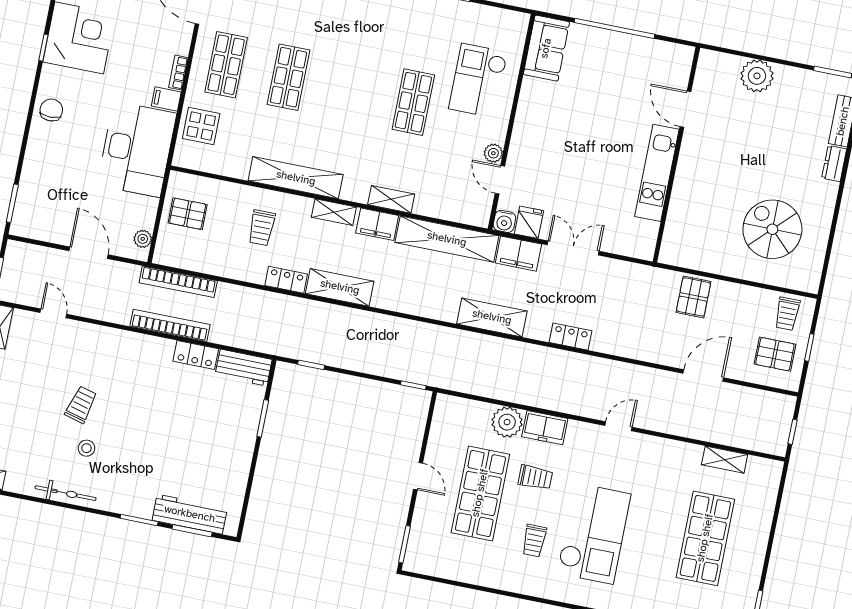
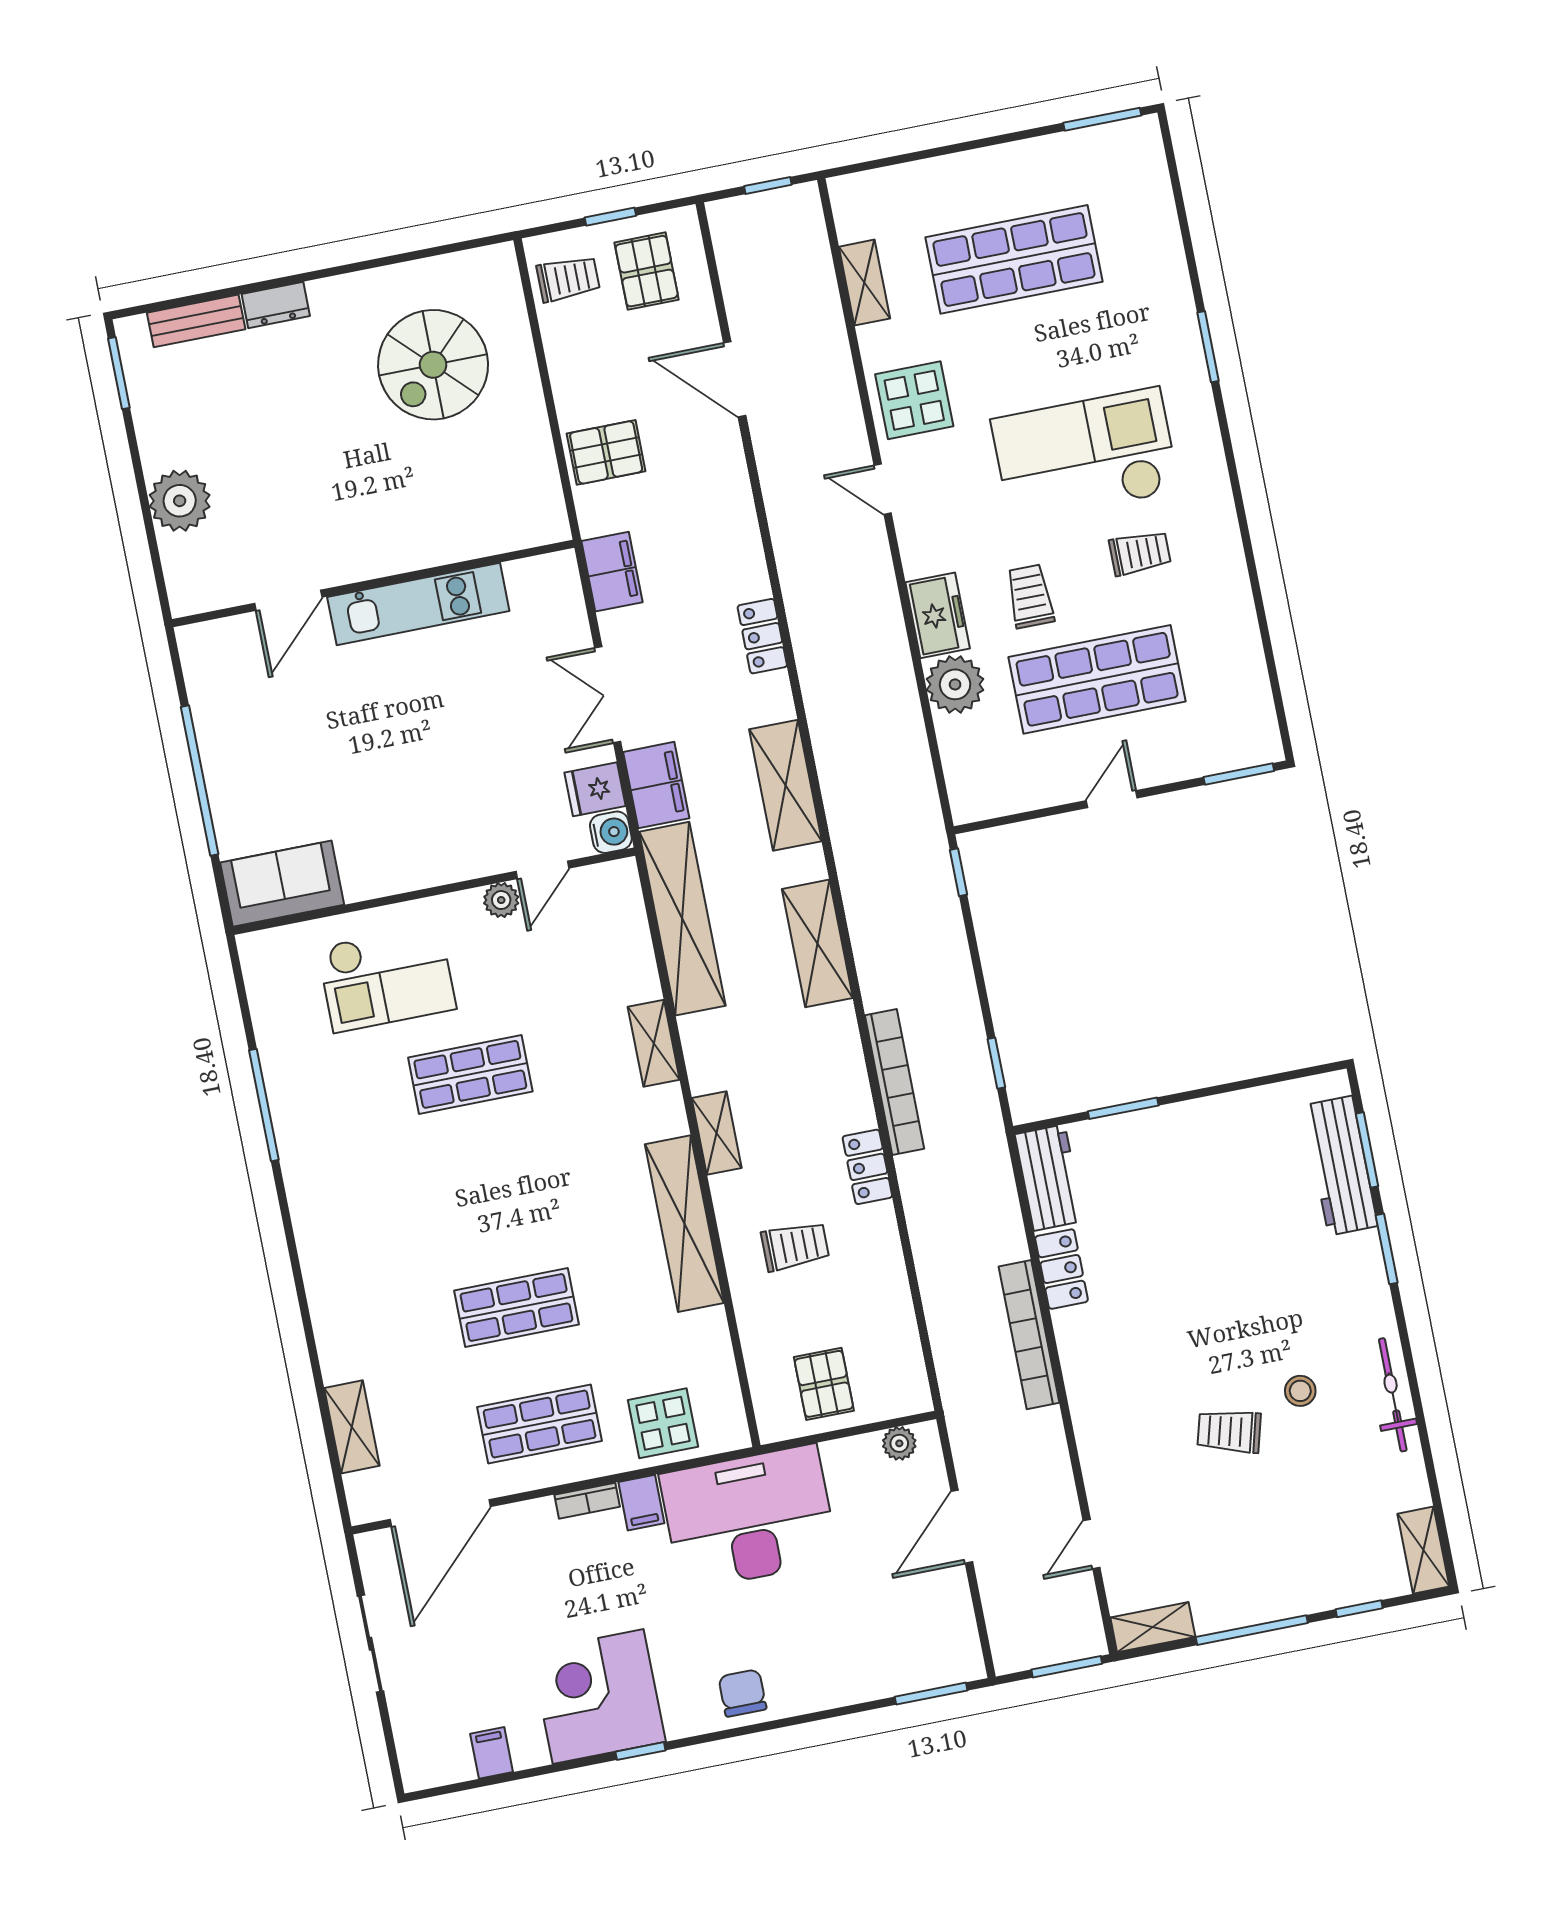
chair: (51, 110) -> (742, 1693), turned 90
filing cabinet: (377, 224) -> (612, 572), moved
bookcase: (178, 282) -> (894, 1082), moved
shelving: (340, 287) -> (817, 943), moved
display table: (656, 460) -> (914, 400), added

